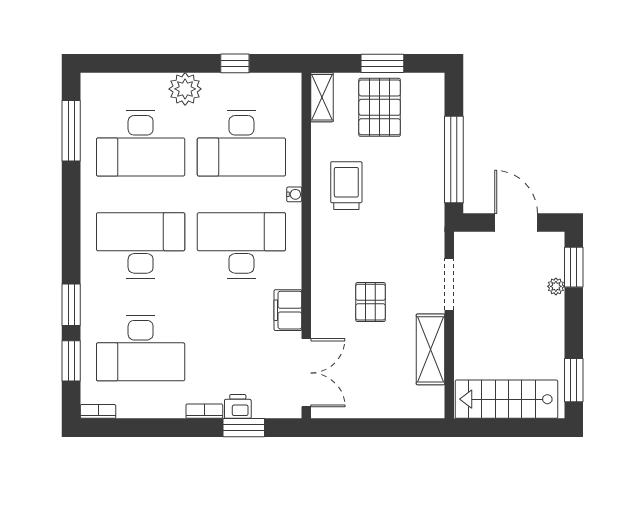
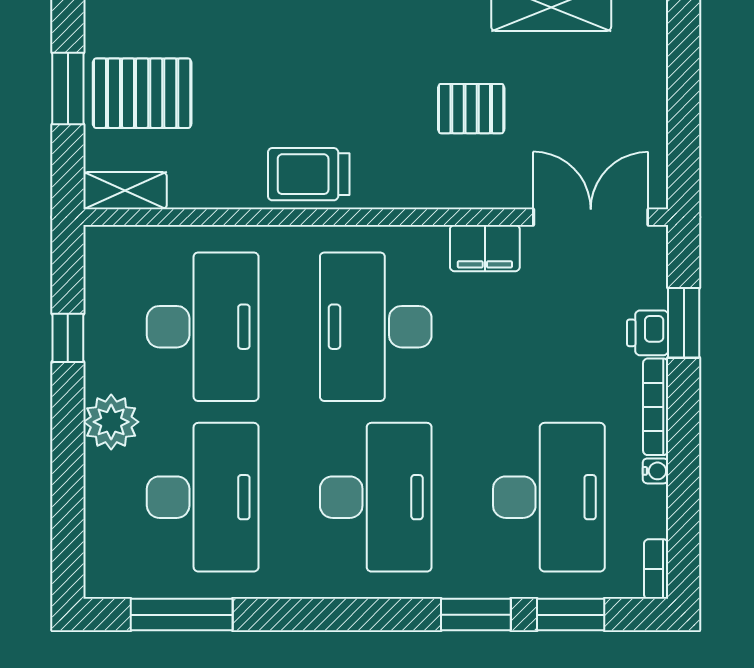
trolley: (346, 186) -> (309, 174), moved
water cooler: (294, 194) -> (655, 471), moved, turned 90
desk: (141, 246) -> (376, 497), turned 180
bookcase: (204, 411) -> (656, 407), width x1.56

